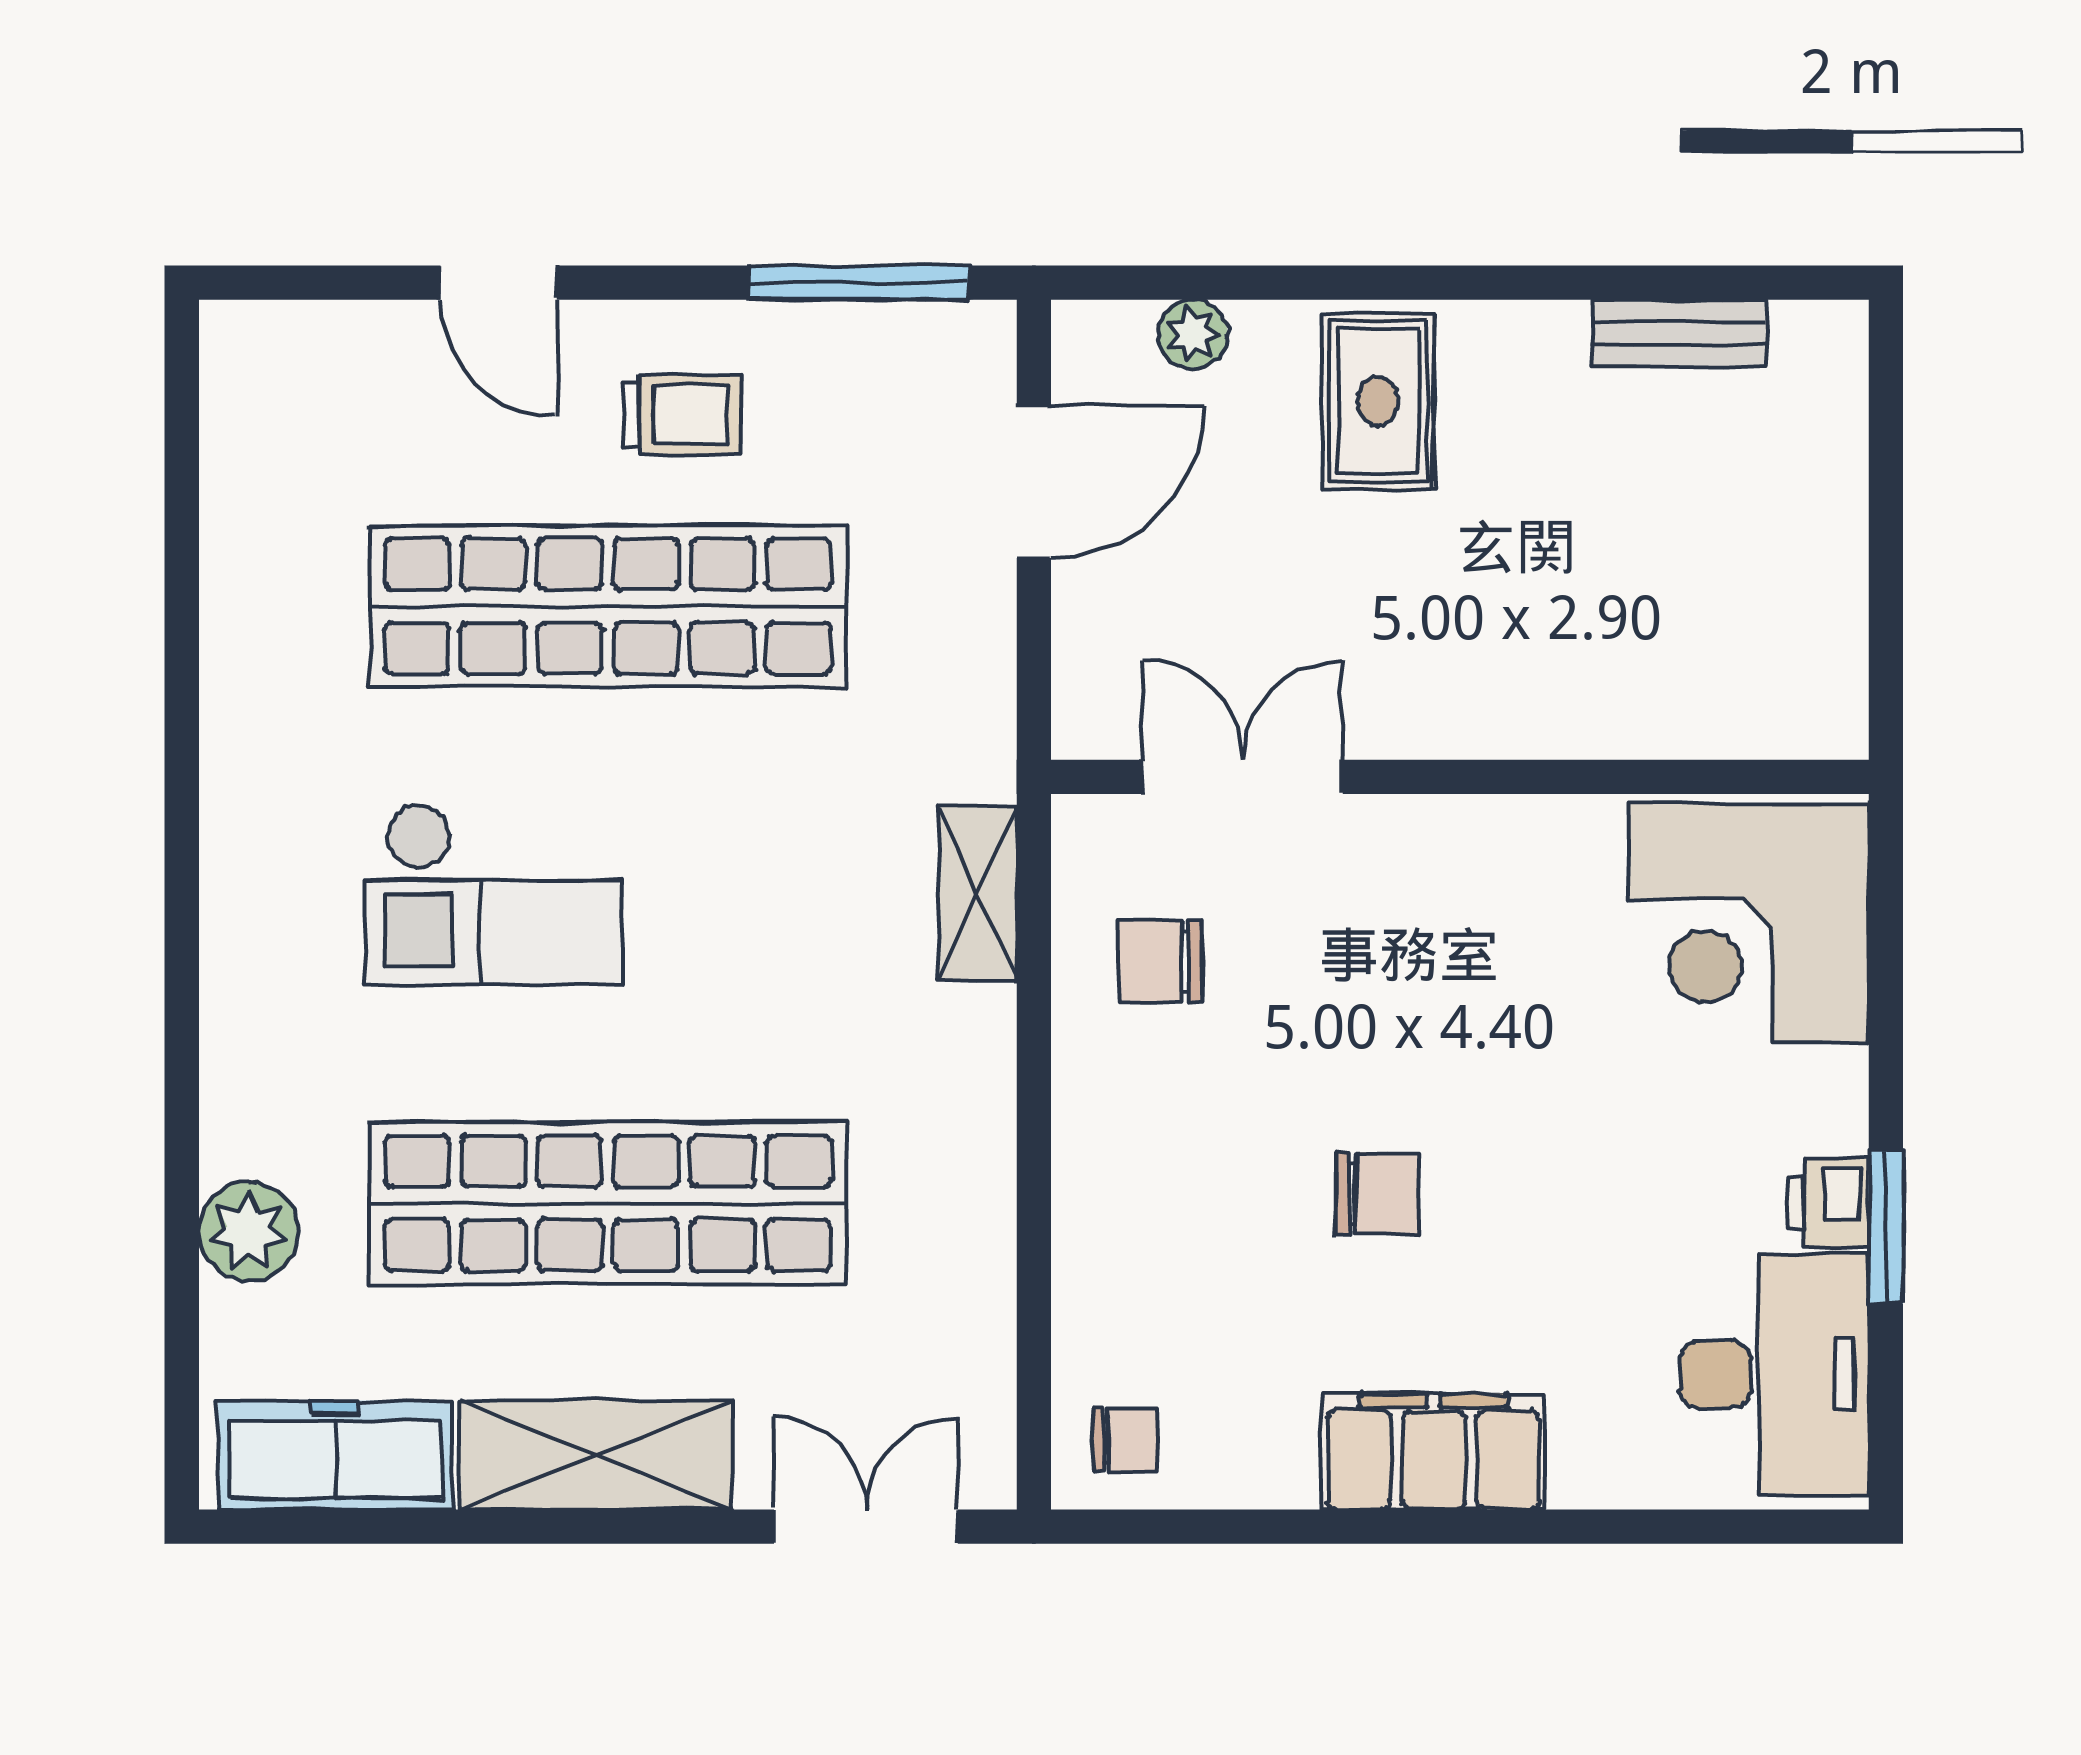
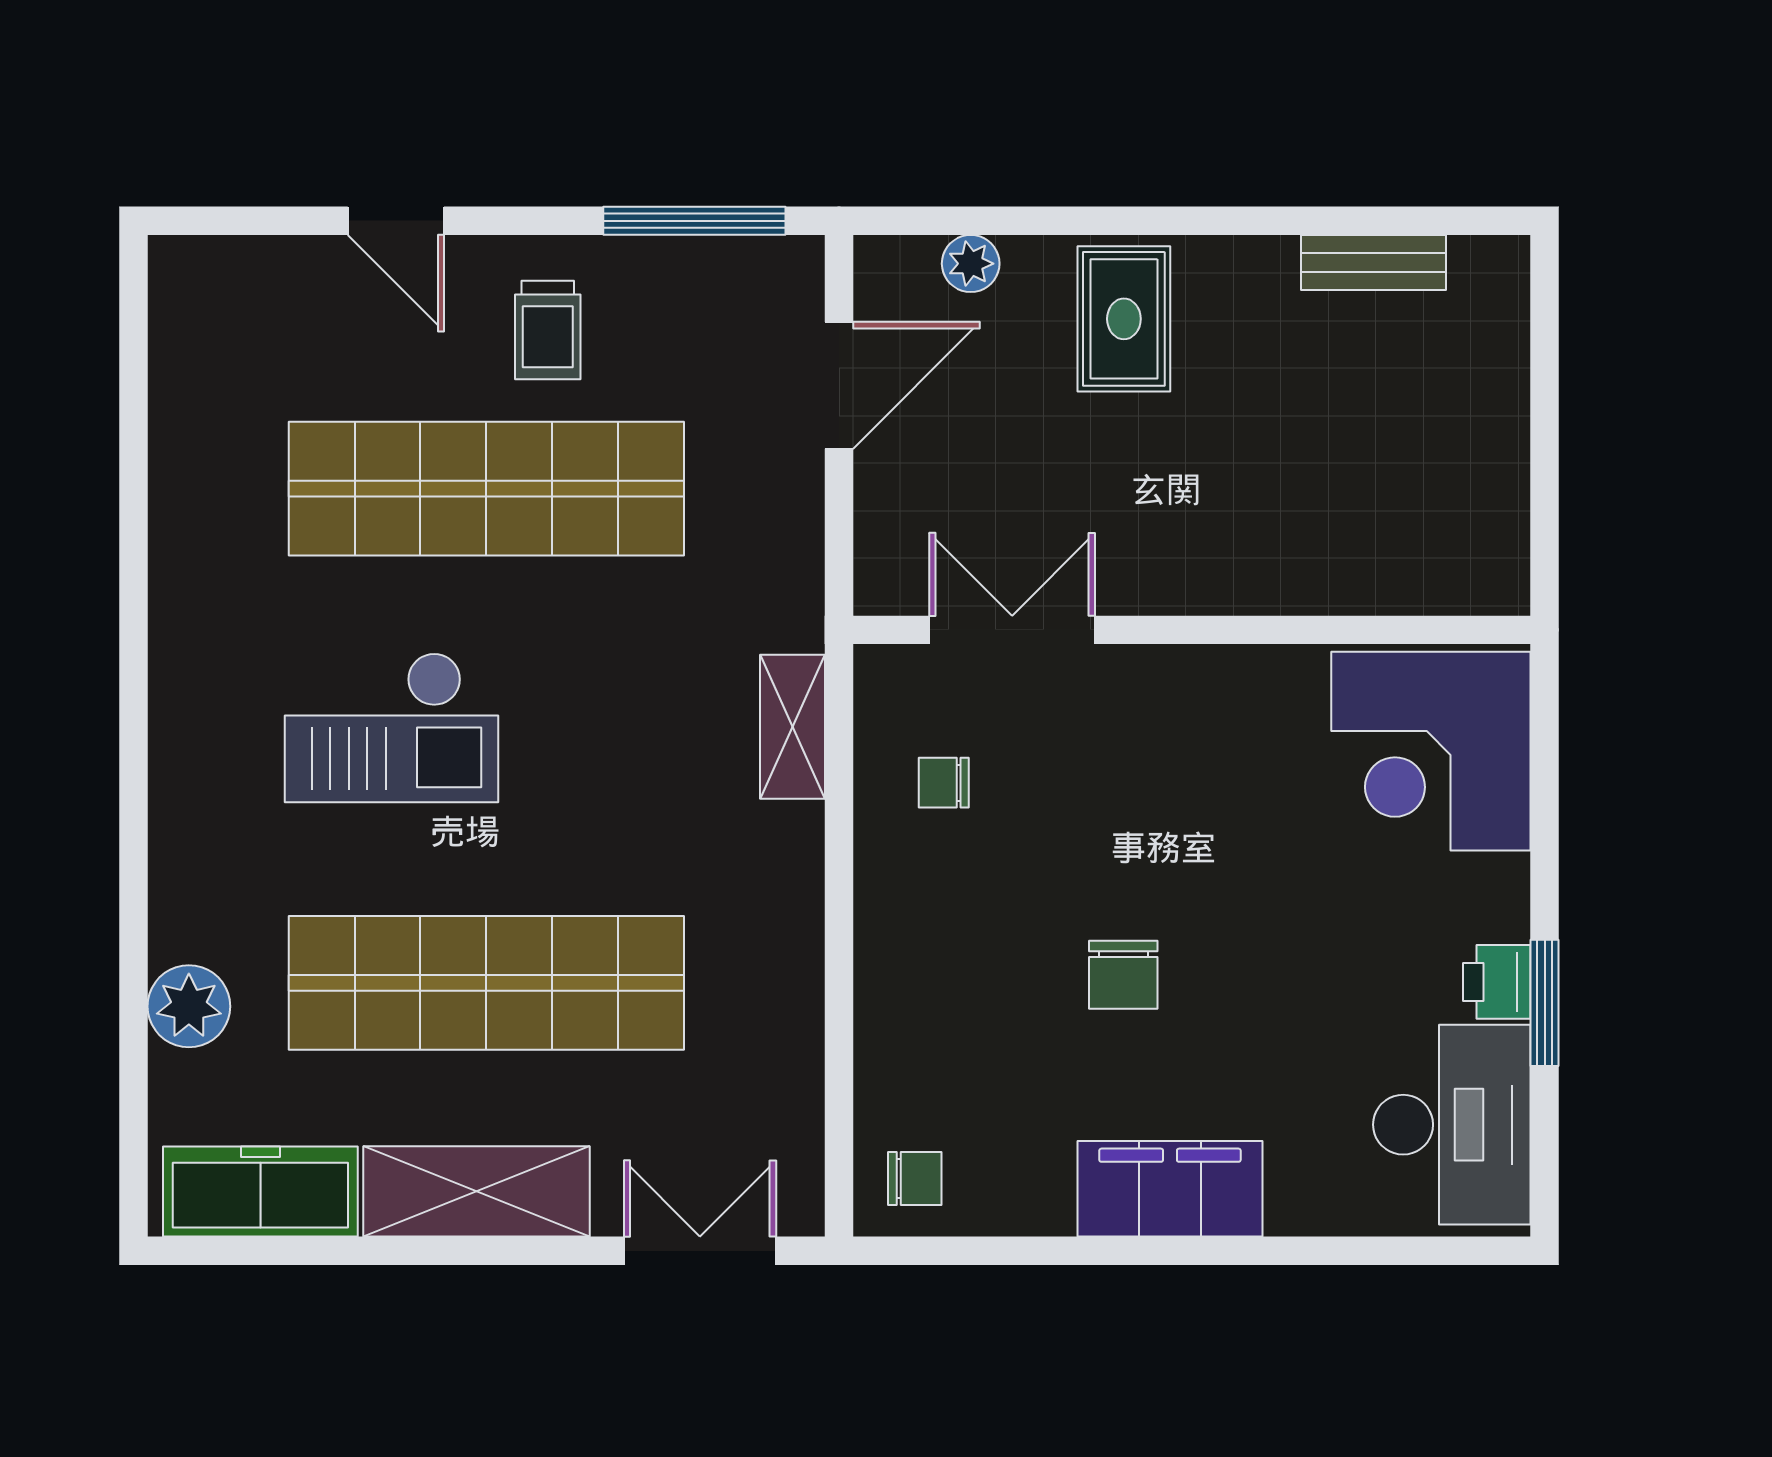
trolley: (682, 415) -> (548, 330), turned 90
chair: (1160, 961) -> (944, 783), width x0.73, depth x0.73
chair: (1377, 1193) -> (1123, 975), turned 90

